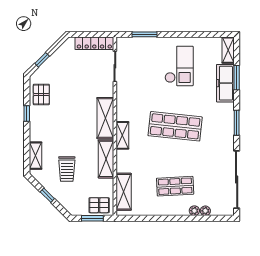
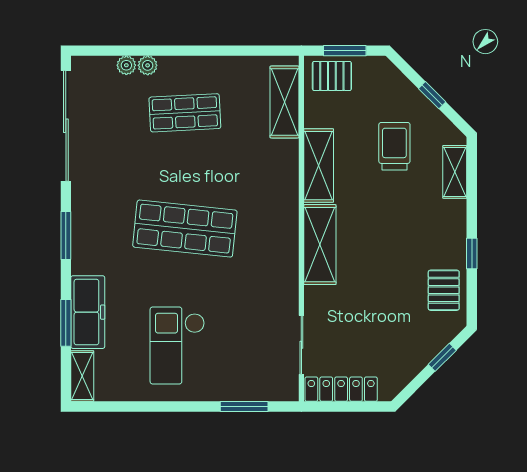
shelving: (122, 135) -> (287, 211), removed

